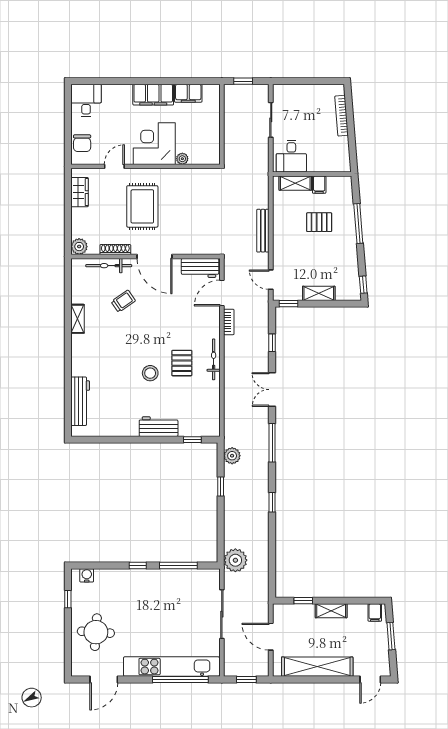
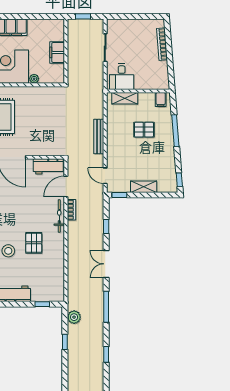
filing cabinet: (188, 93) -> (57, 52), moved, turned 90
filing cabinet: (319, 185) -> (161, 100), moved
bicycle: (214, 359) -> (59, 216), moved

